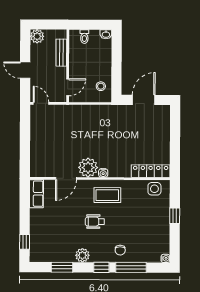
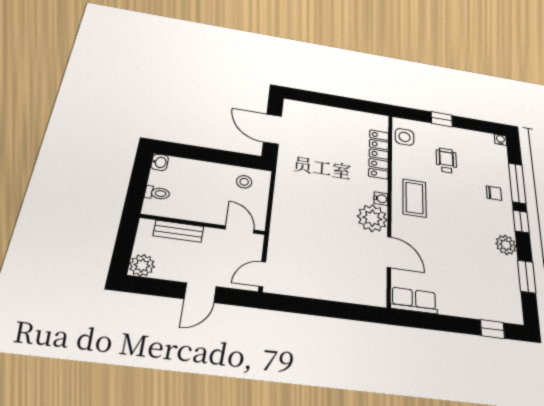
locker: (151, 171) -> (379, 154), moved
wheelchair: (95, 222) -> (446, 160), moved, turned 180

